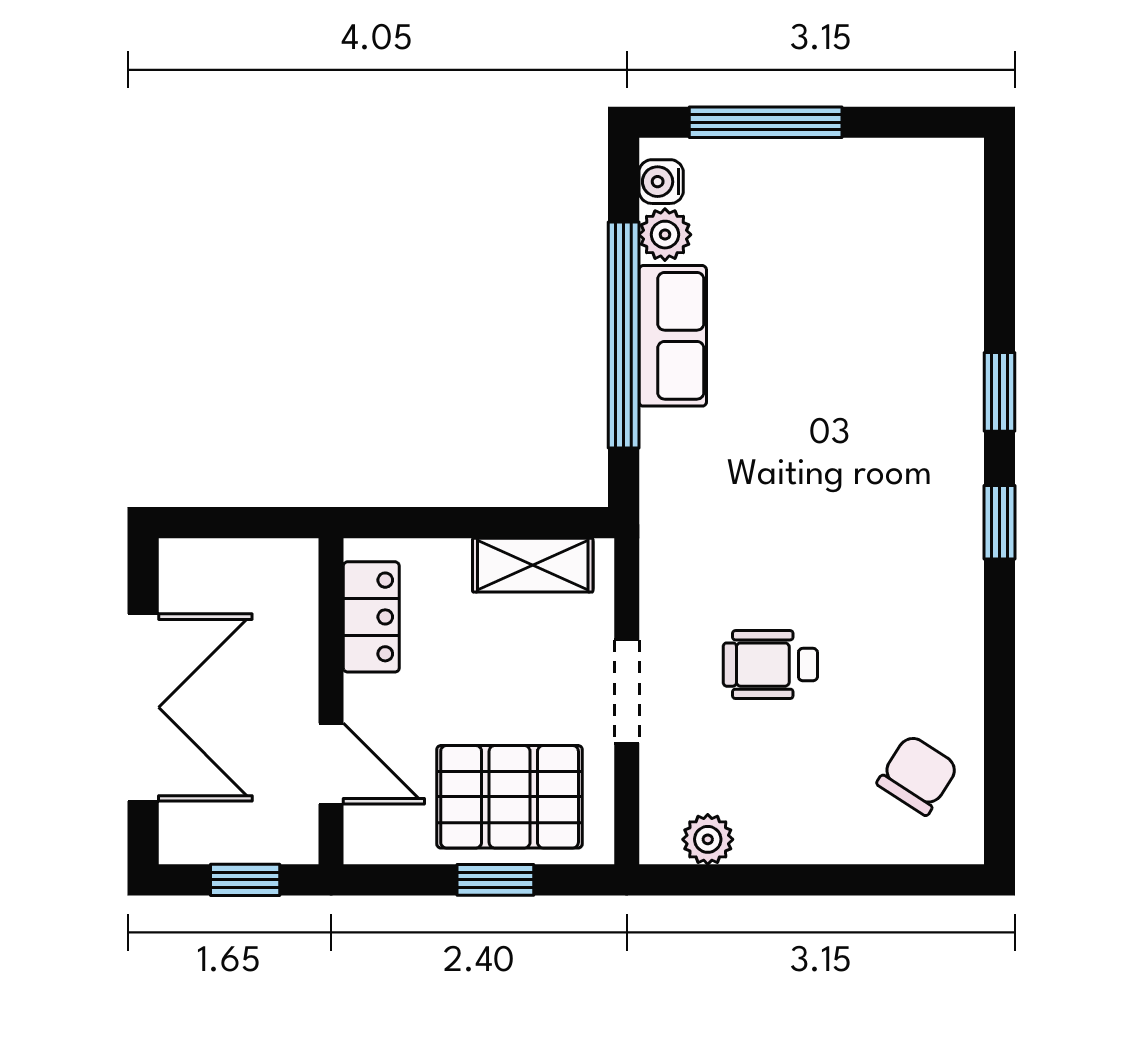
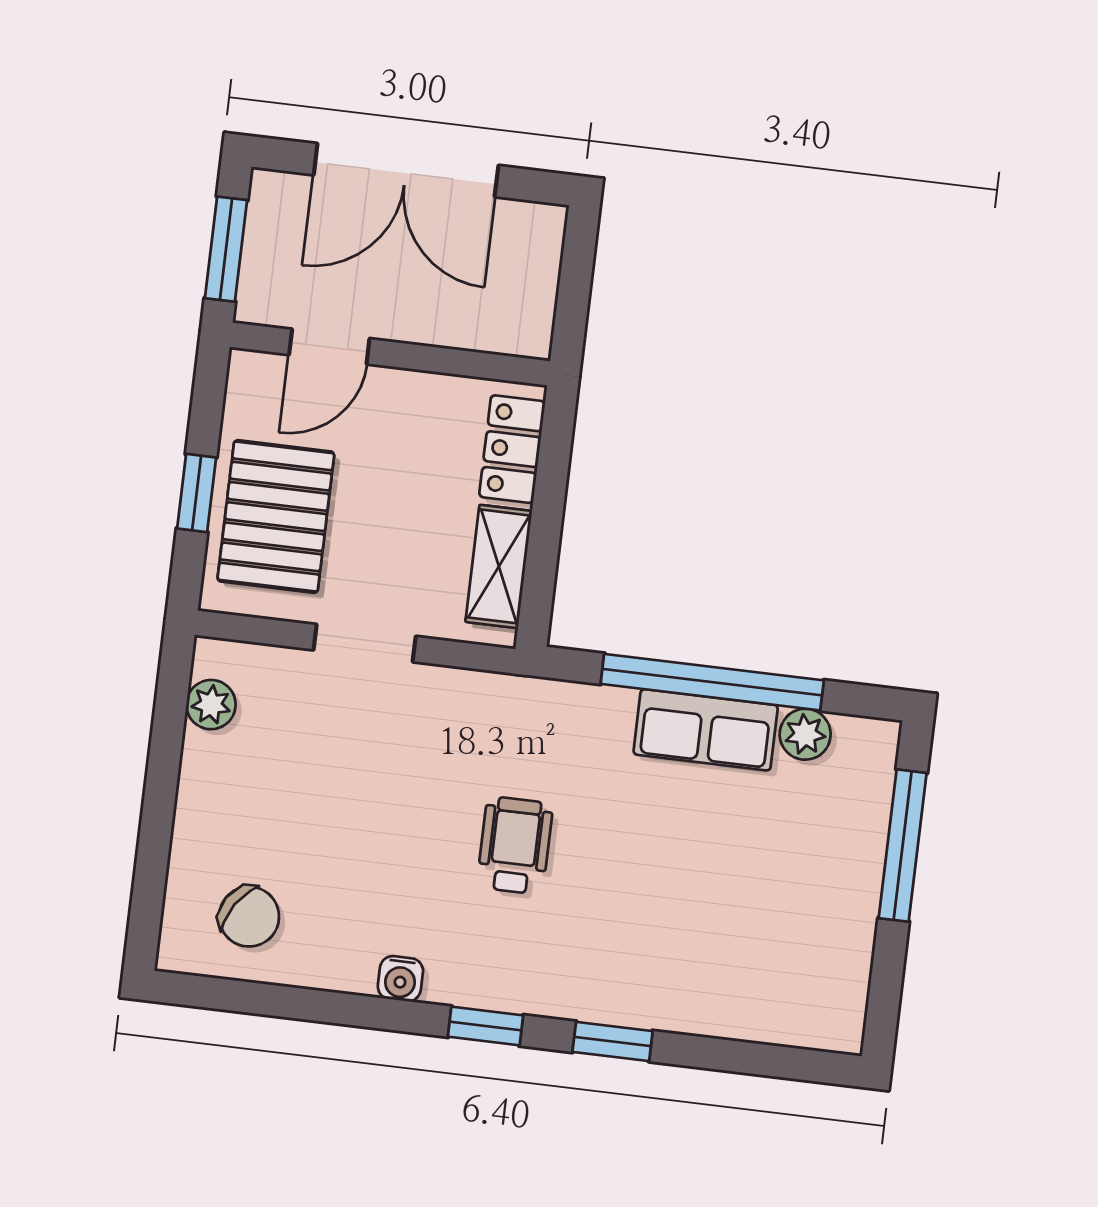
water cooler: (661, 182) -> (400, 979), moved, turned 180
locker: (371, 617) -> (512, 449), moved, turned 90
wheelchair: (770, 665) -> (515, 845), moved
window: (245, 880) -> (226, 249), width x1.50

